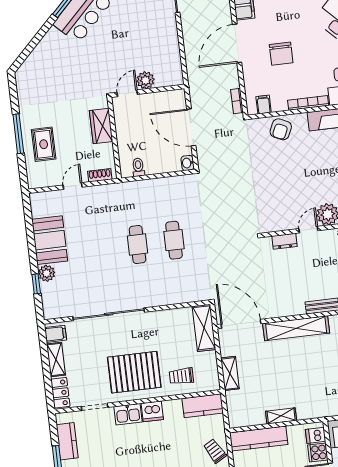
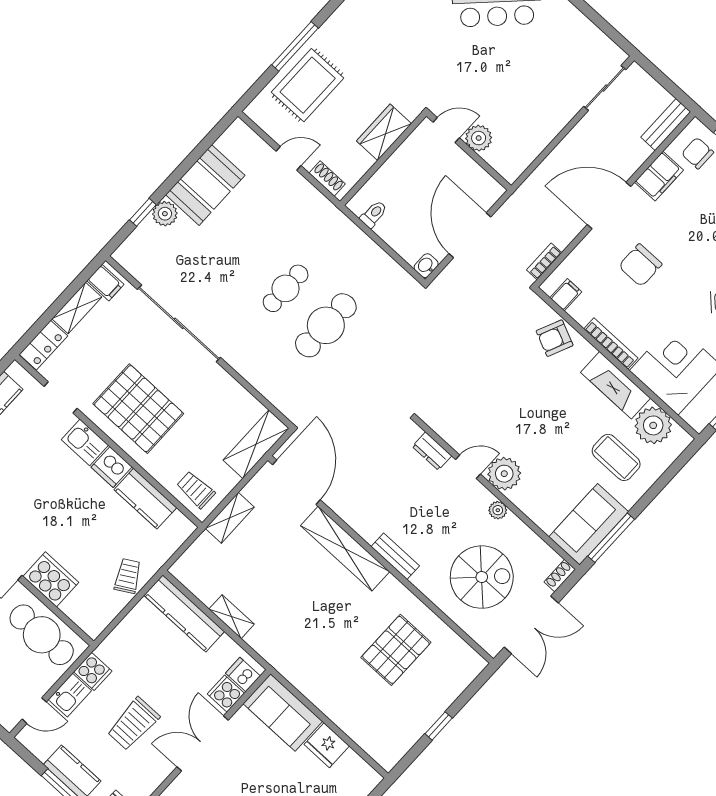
rug: (44, 144) -> (308, 85), width x1.36, depth x1.43
cafe table: (174, 240) -> (326, 325), width x1.37, depth x1.35
trolley: (181, 376) -> (196, 490), moved
kitchen counter: (203, 406) -> (145, 499), moved

